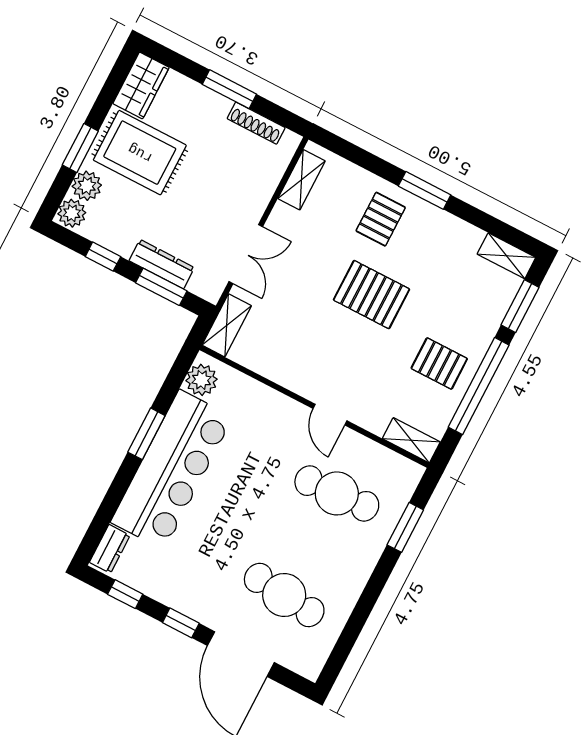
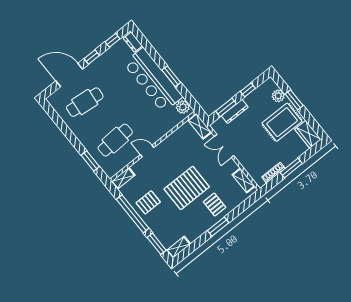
plant: (72, 213) -> (270, 85), removed
pallet: (372, 295) -> (187, 188), width x1.37, depth x1.41

